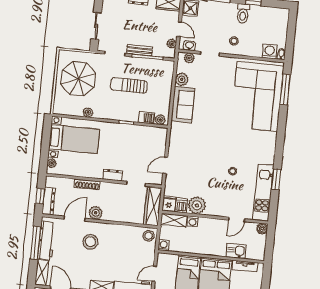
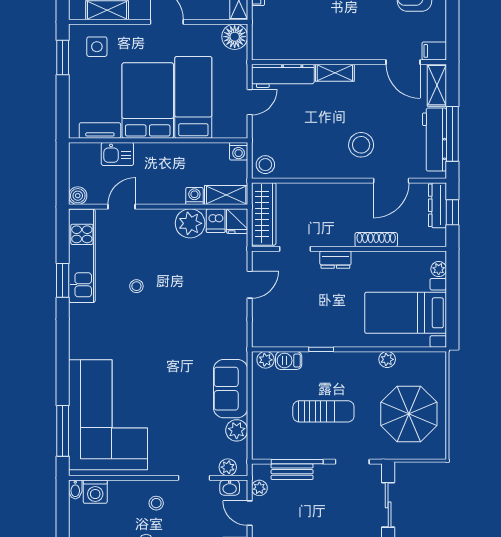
bench: (140, 50) -> (292, 472), moved
plant: (96, 213) -> (357, 194), removed

